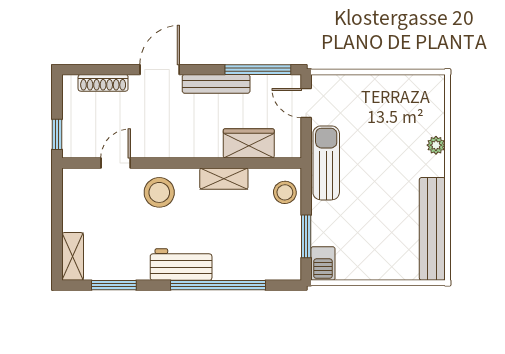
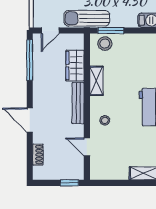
shoe rack: (103, 83) -> (38, 155), width x0.70
bench: (216, 84) -> (78, 103), moved
stool: (159, 192) -> (105, 120), width x0.53, depth x0.53
window: (306, 236) -> (111, 31), moved

